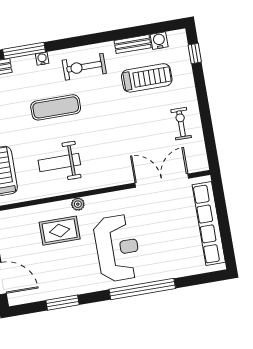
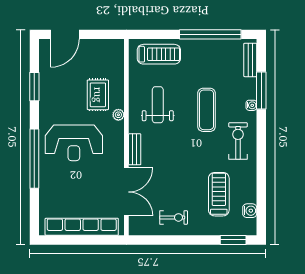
bench: (133, 44) -> (135, 149), moved
window: (195, 53) -> (233, 240), width x1.50
treadmill: (147, 78) -> (219, 194), turned 180

